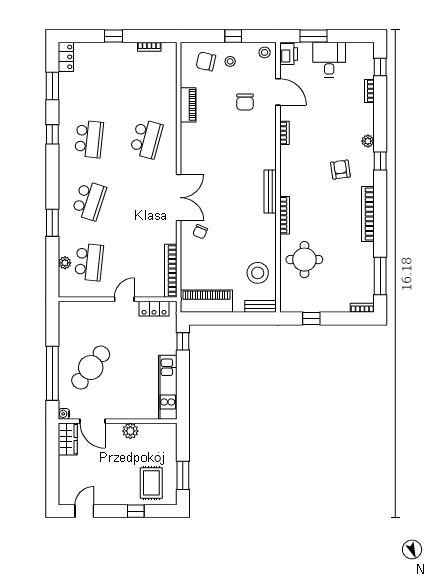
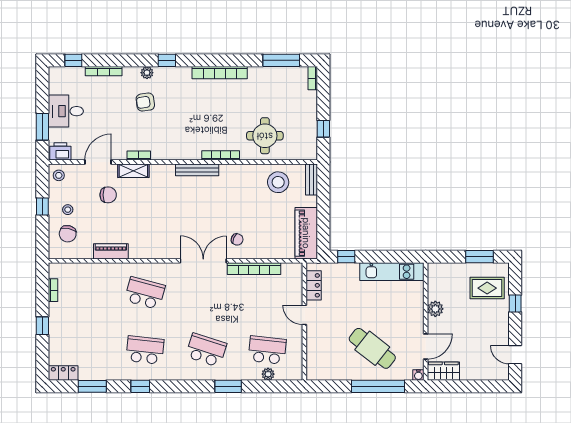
bookcase: (369, 91) -> (104, 71), width x1.56
shelving: (269, 127) -> (133, 171), added
armchair: (340, 170) -> (145, 102), moved
bookcase: (171, 271) -> (254, 269), moved

